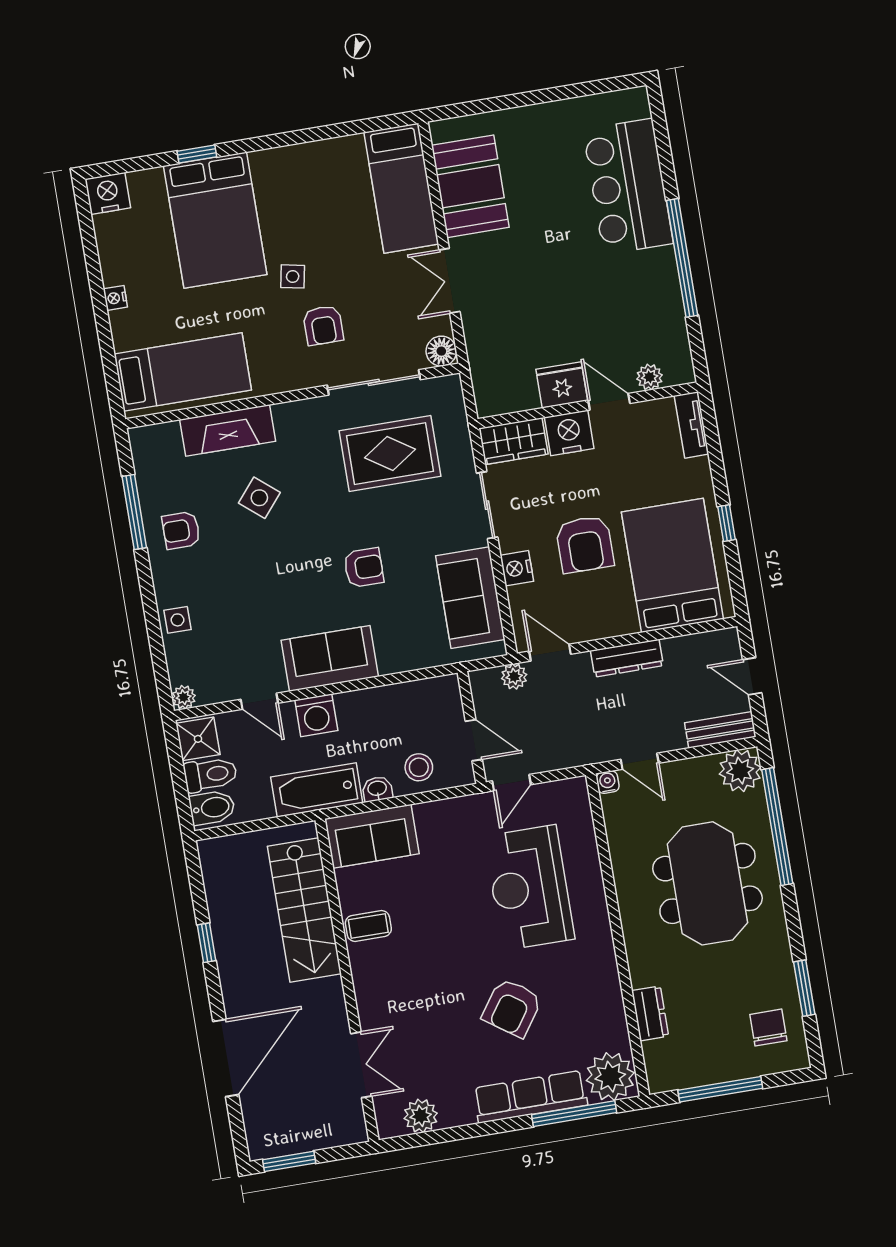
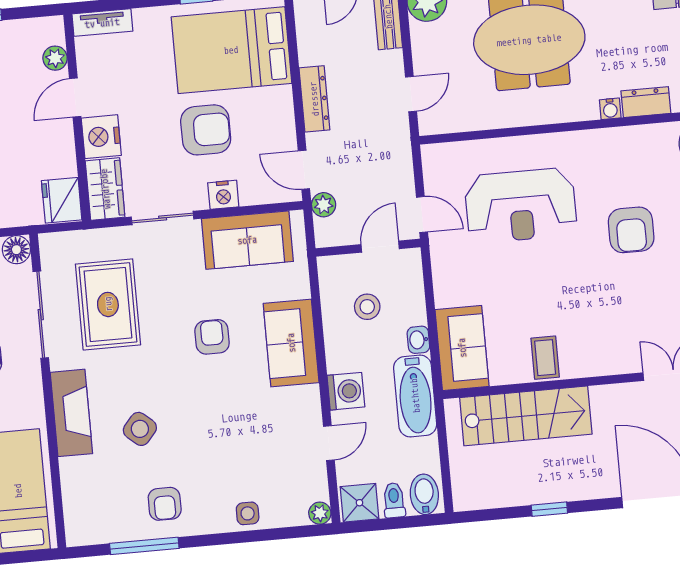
fridge: (562, 385) -> (62, 200), moved
fireplace: (228, 430) -> (71, 413), moved
door: (550, 653) -> (304, 170), hinge flipped
sofa: (330, 658) -> (291, 343), moved
stool: (419, 767) -> (367, 307), moved
toilet: (210, 774) -> (394, 500), width x0.73, depth x0.72
water cooler: (608, 782) -> (610, 109), moved, turned -90
armchair: (512, 1008) -> (631, 230), turned 55

